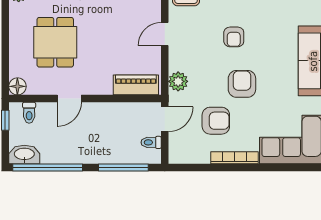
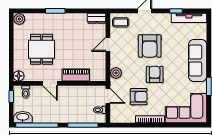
armchair: (234, 37) -> (150, 46), width x1.88, depth x1.88
piano: (136, 85) -> (76, 75), moved
door: (69, 99) -> (50, 83), hinge flipped
door: (165, 119) -> (108, 96), hinge flipped

